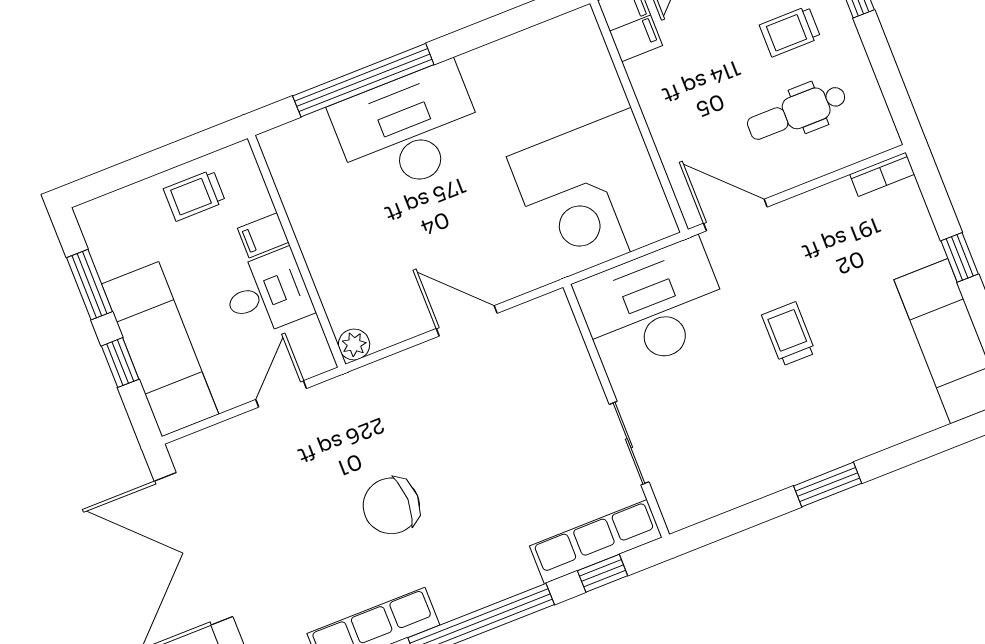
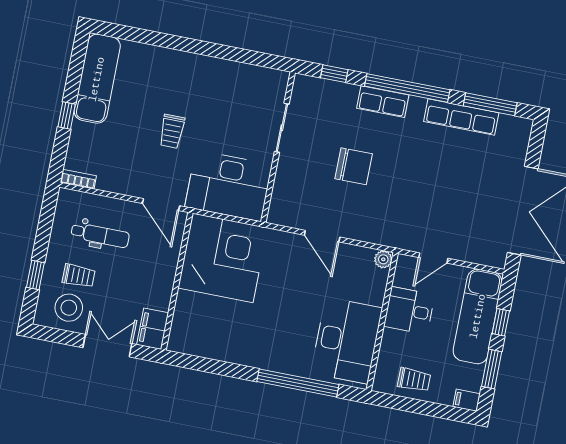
desk: (408, 130) -> (347, 341), moved, turned -90
filing cabinet: (263, 235) -> (467, 400), moved, turned 180
window: (828, 485) -> (199, 47), removed
chair: (391, 506) -> (354, 166), moved
row of seats: (596, 542) -> (383, 102), moved, width x0.68

